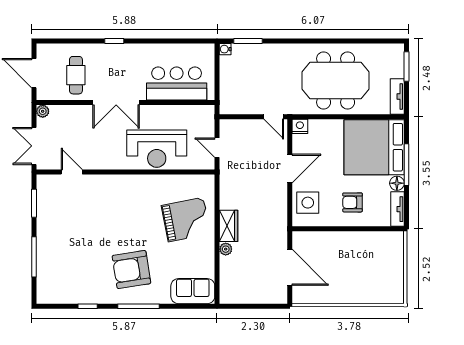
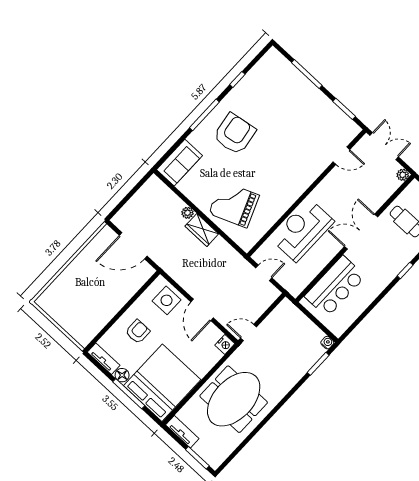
grand piano: (186, 220) -> (234, 204), turned 79

